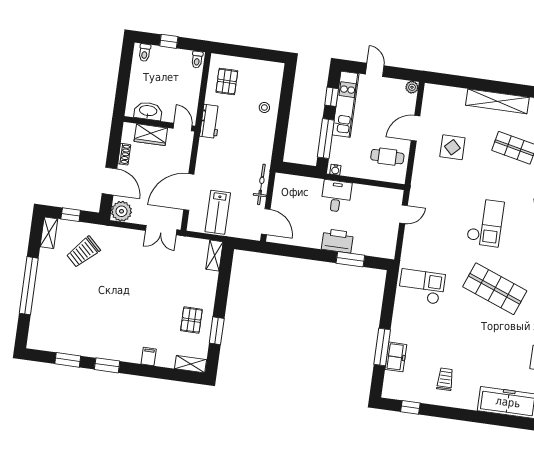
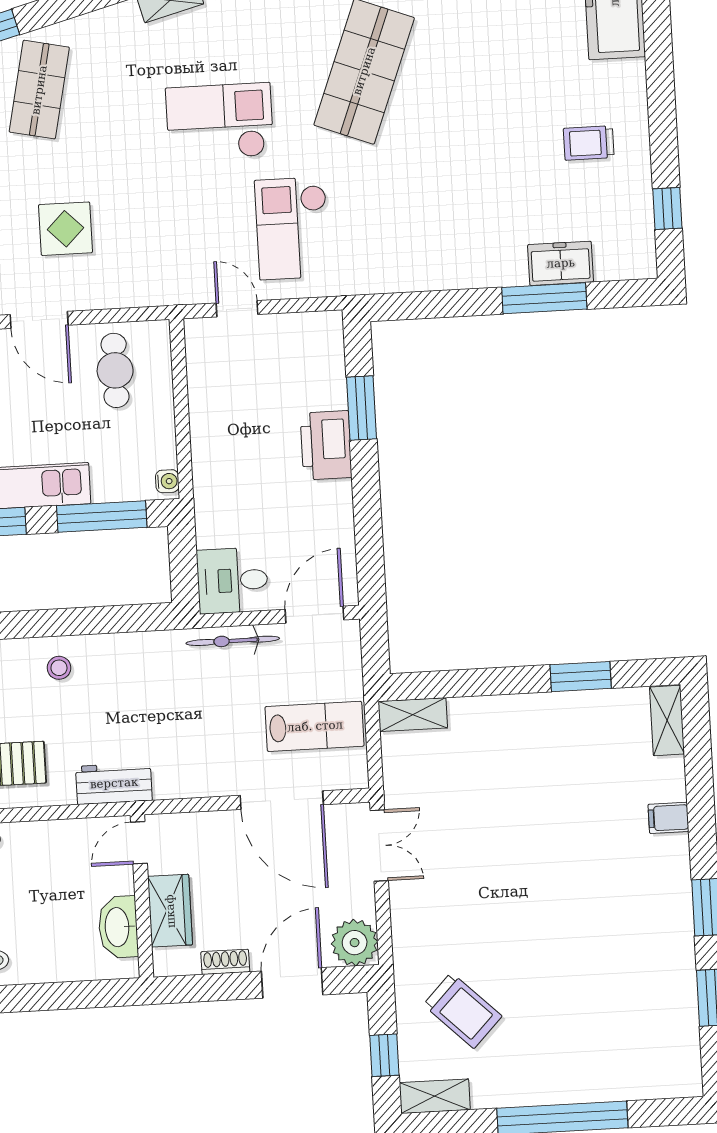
desk: (336, 196) -> (232, 580), moved
checkout: (422, 287) -> (292, 228), moved
pallet: (191, 320) -> (568, 738), removed

